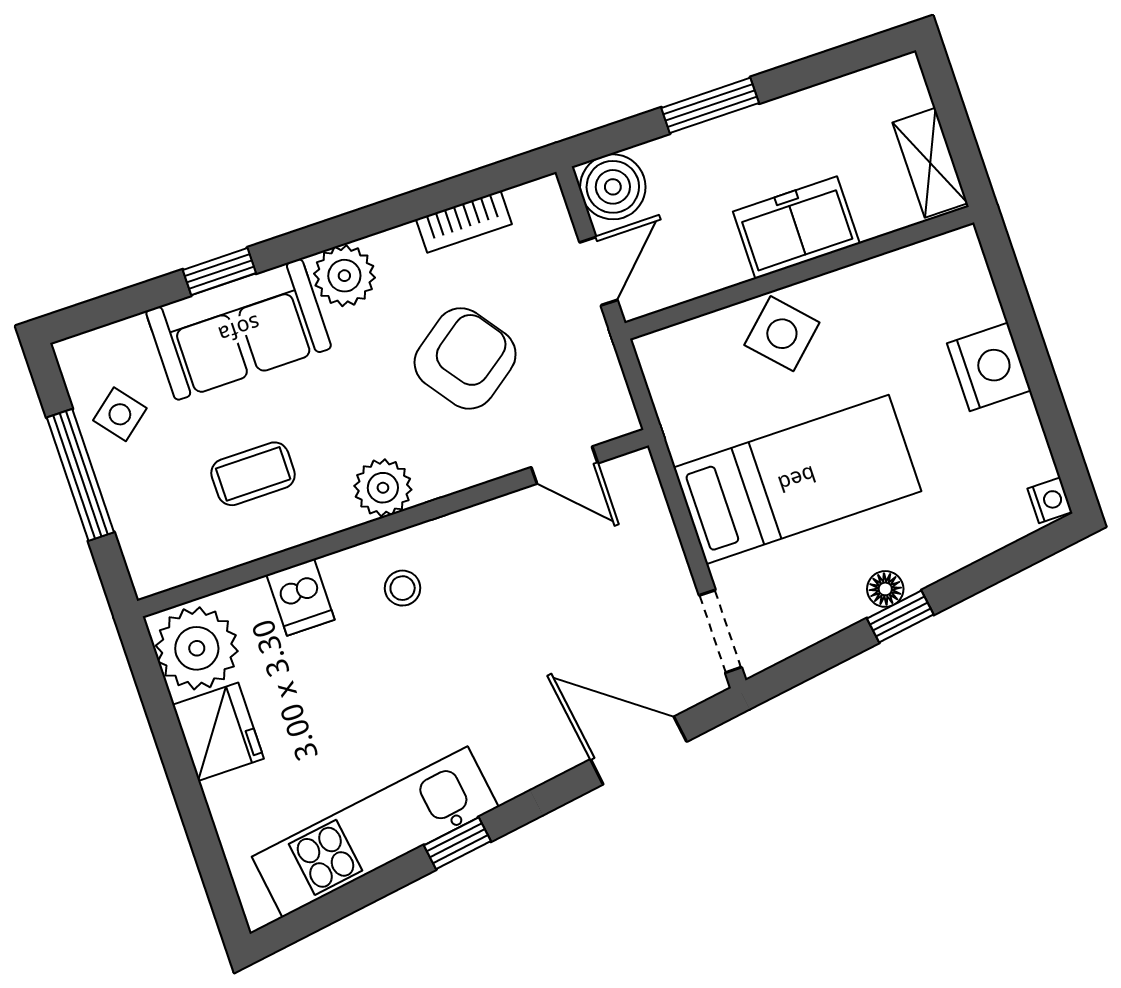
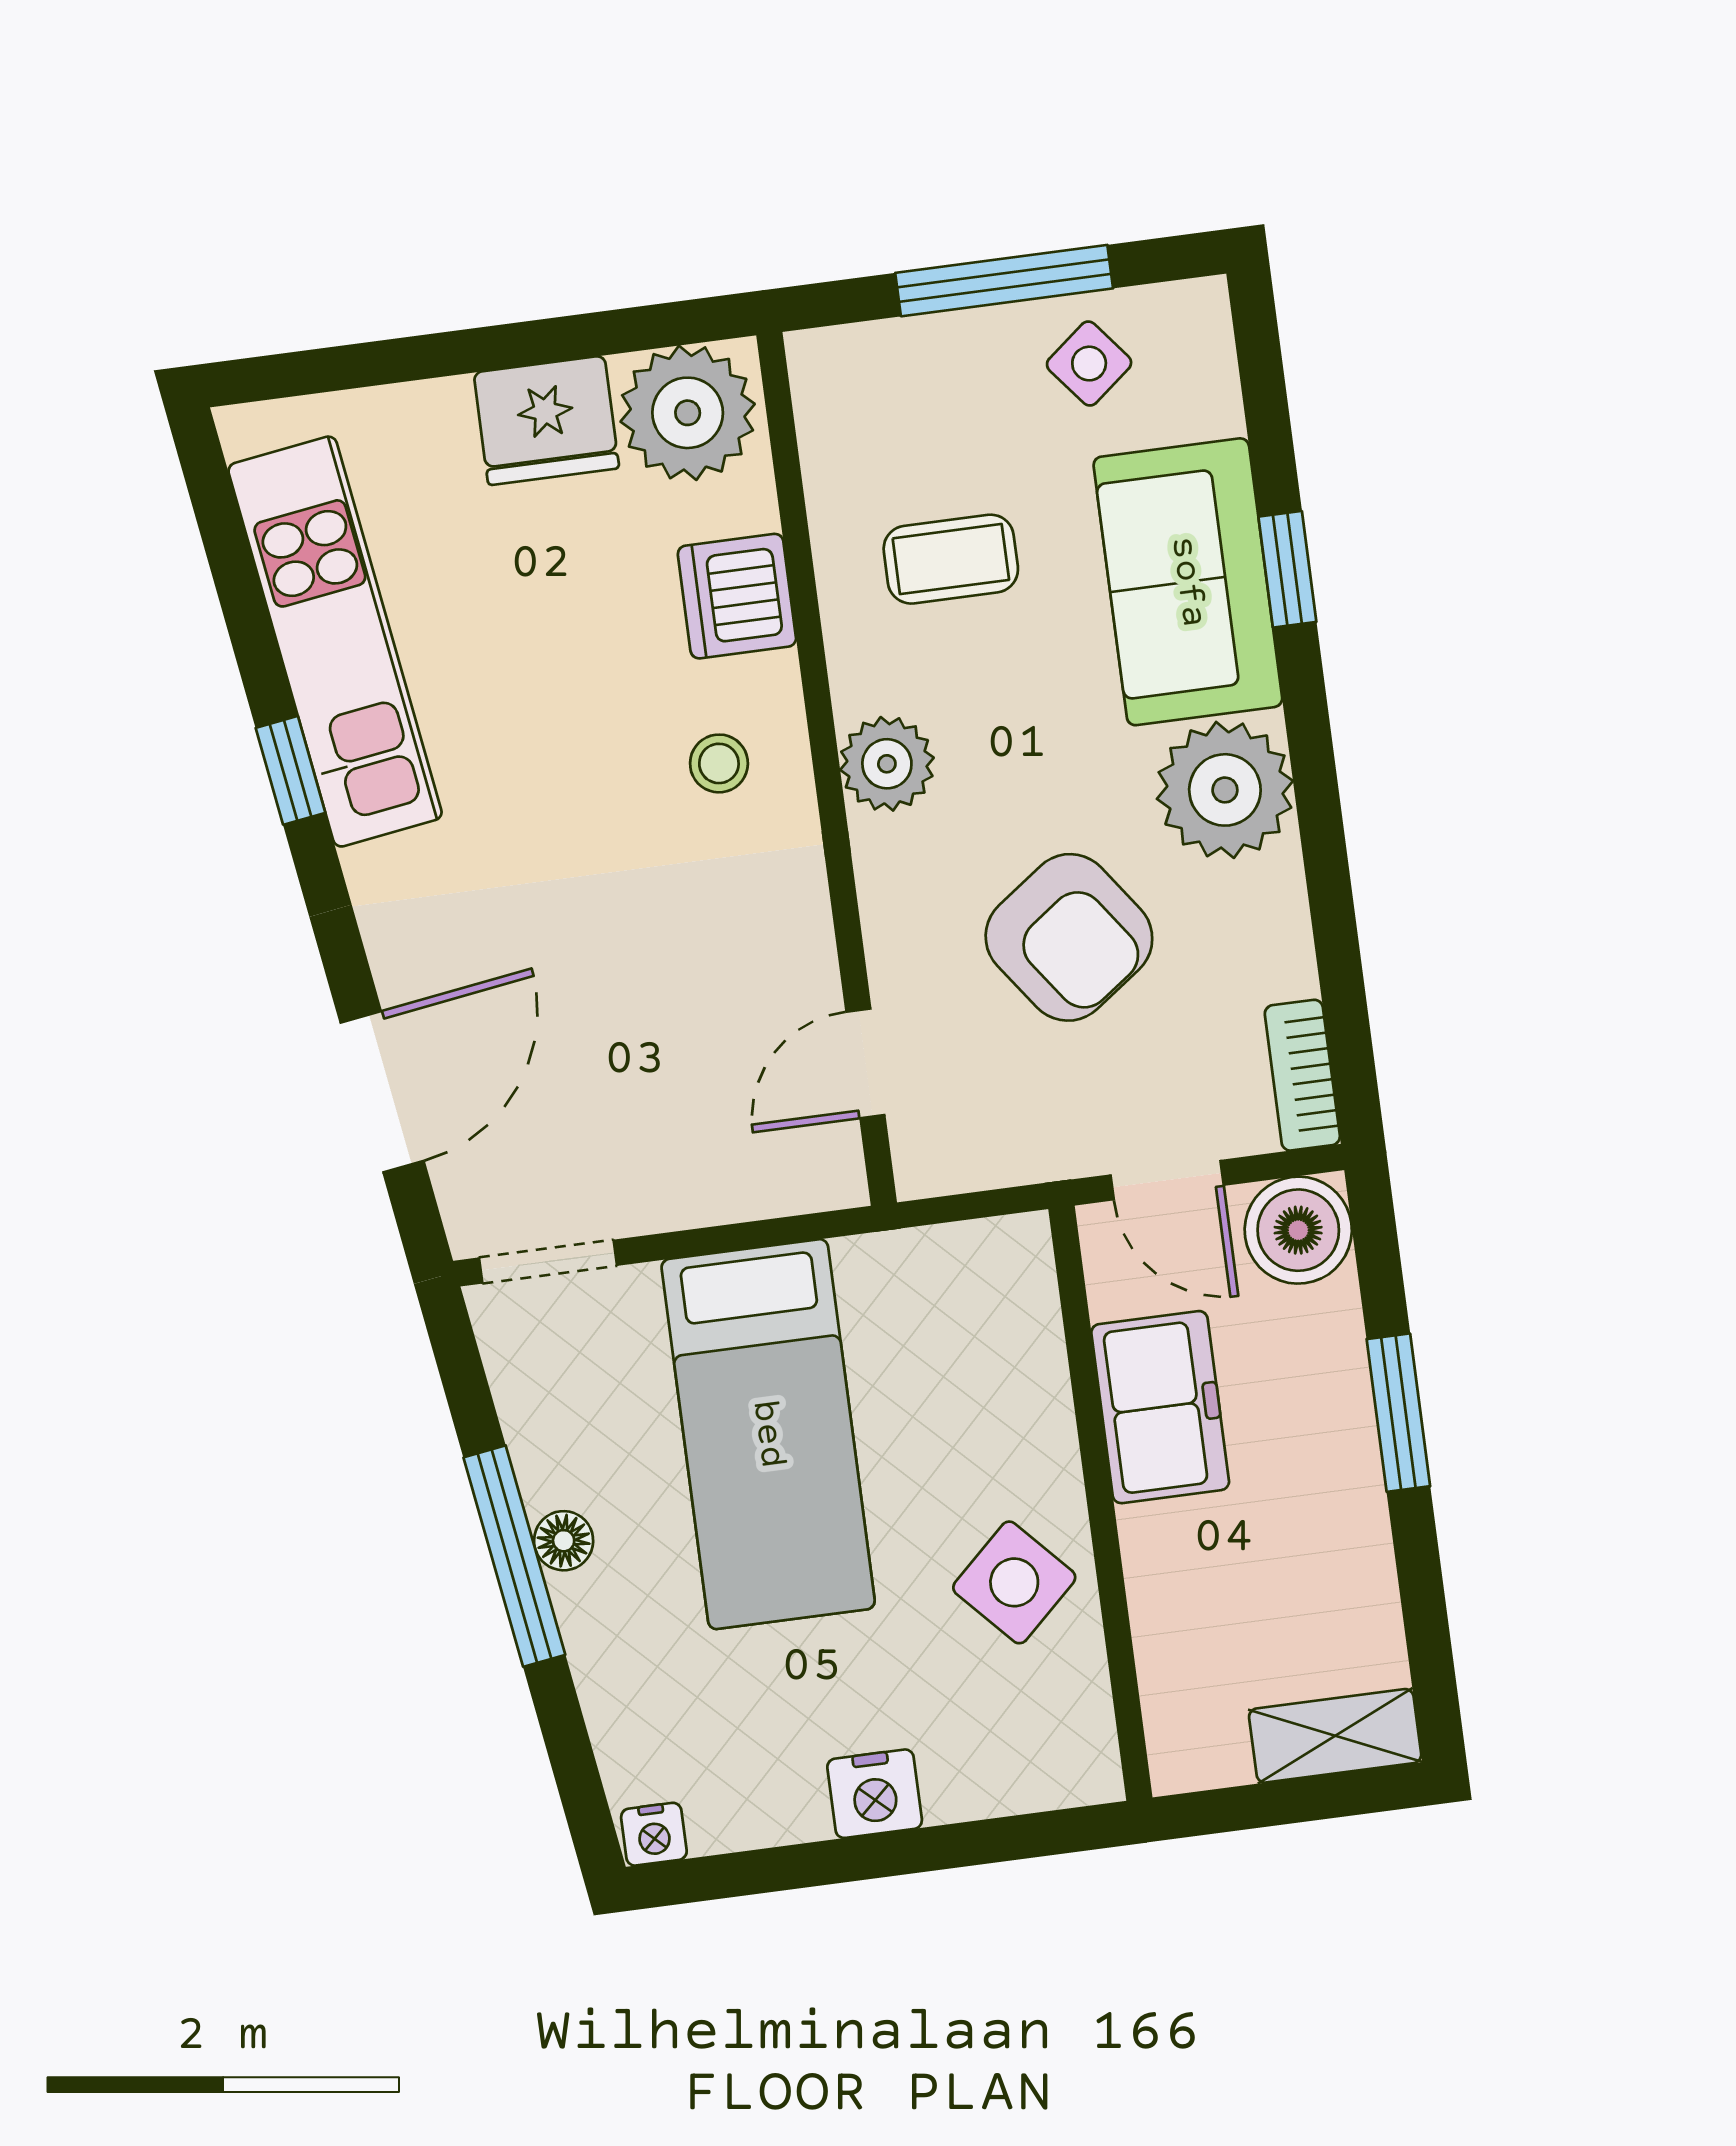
shelving: (930, 163) -> (1335, 1736), moved
bookcase: (464, 222) -> (1302, 1075), moved
freezer: (796, 228) -> (1160, 1407), moved
plant: (344, 276) -> (1225, 790), width x1.36, depth x1.36
side table: (782, 334) -> (1014, 1582), moved
nightstand: (989, 367) -> (875, 1794), width x0.74, depth x0.75
coffee table: (253, 474) -> (951, 559), turned 90
dishwasher: (300, 597) -> (737, 596), width x1.38
window: (900, 617) -> (514, 1556), width x2.17

